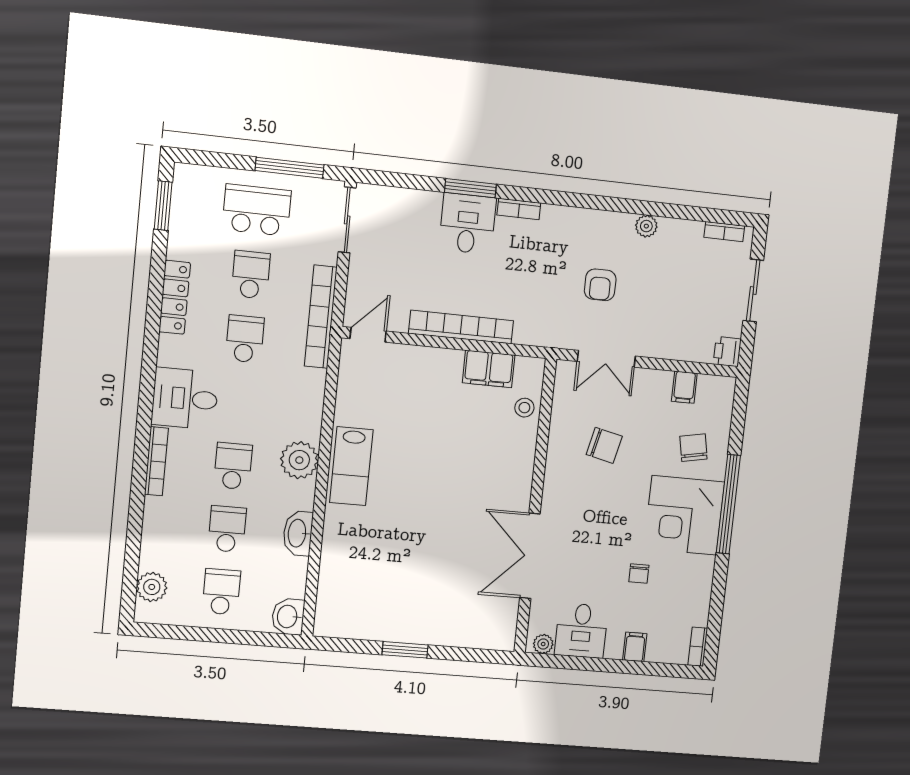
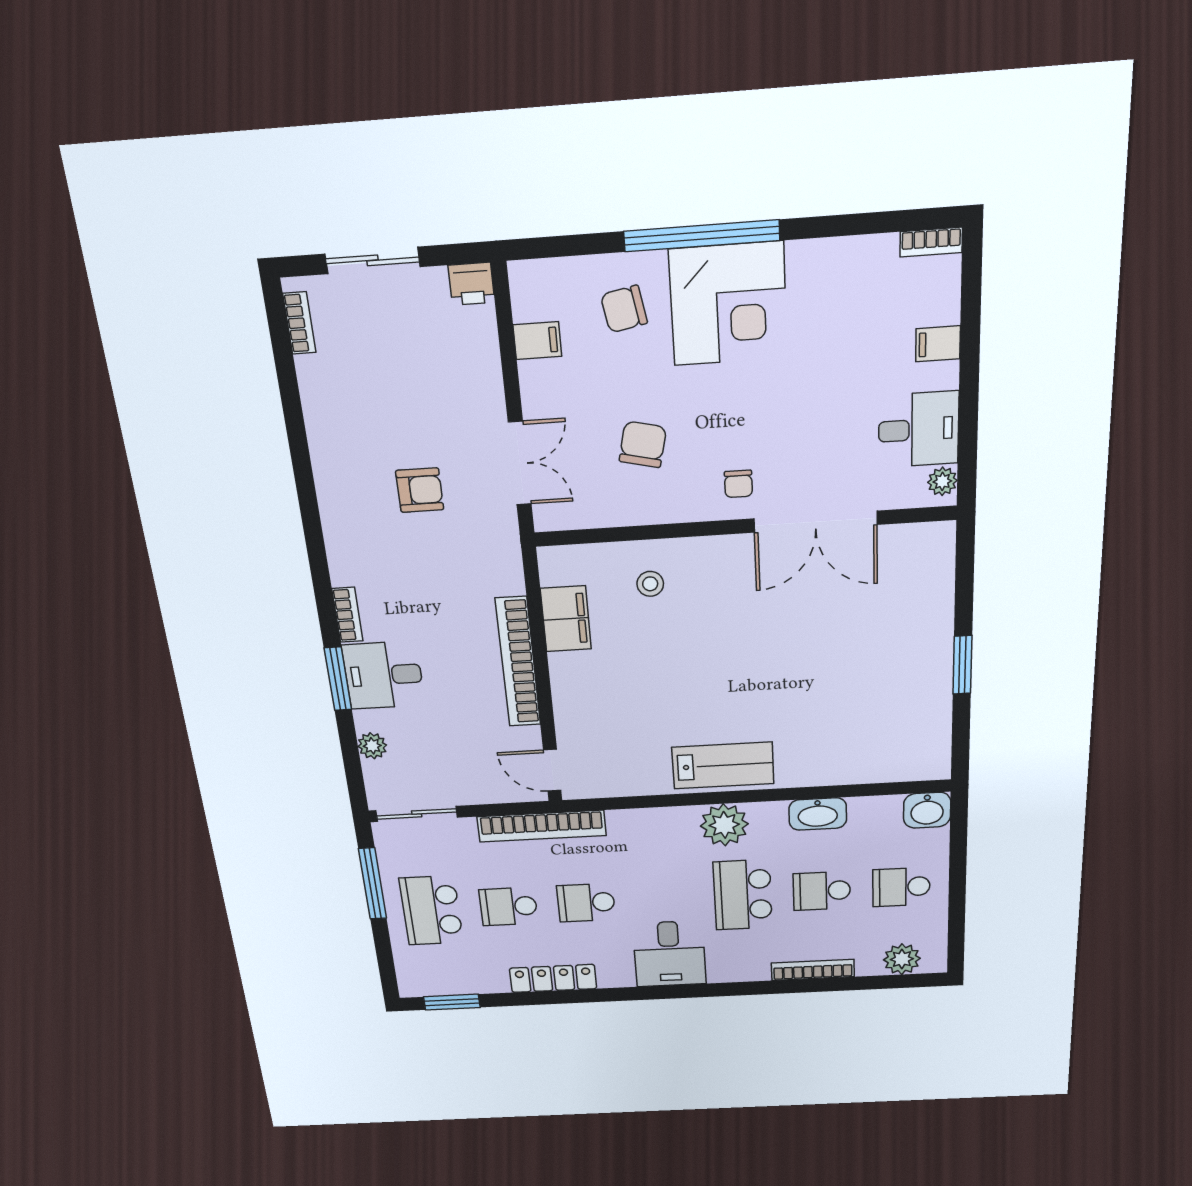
plant: (646, 226) -> (372, 746), moved
stool: (524, 408) -> (650, 584), moved
bookcase: (156, 461) -> (813, 970), moved
school desk: (233, 466) -> (743, 895), width x1.85
chair: (639, 573) -> (738, 484), moved, turned 90

